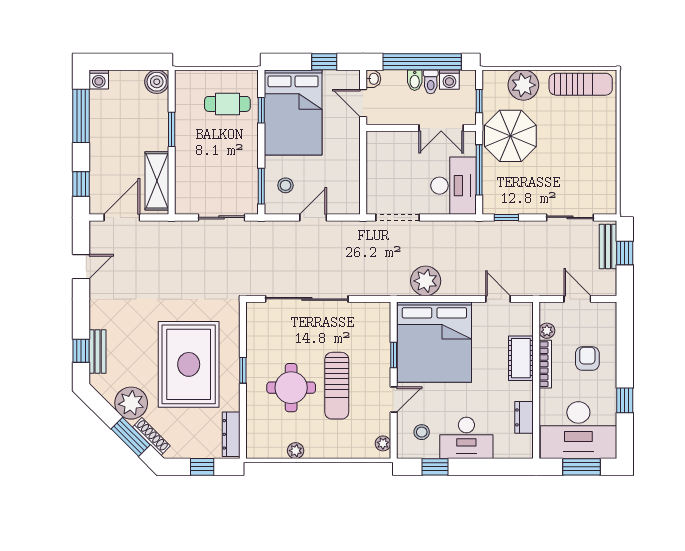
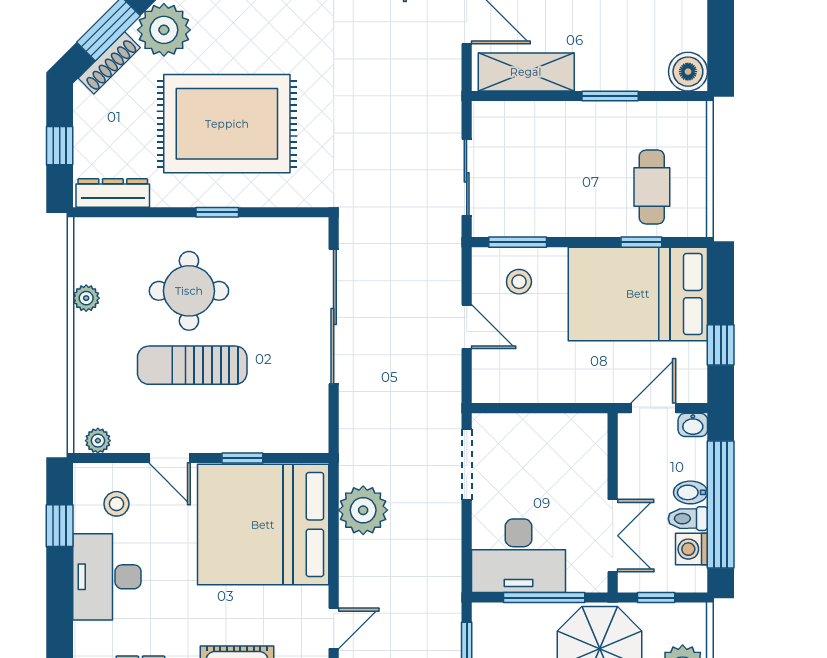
double door: (441, 128) -> (613, 536), swing flipped

